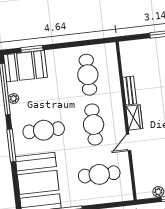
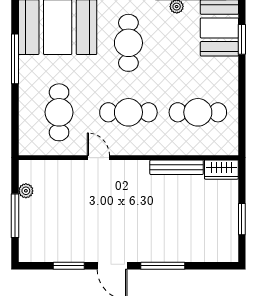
bench: (130, 91) -> (177, 167), width x1.36
wardrobe: (134, 117) -> (221, 170), moved

